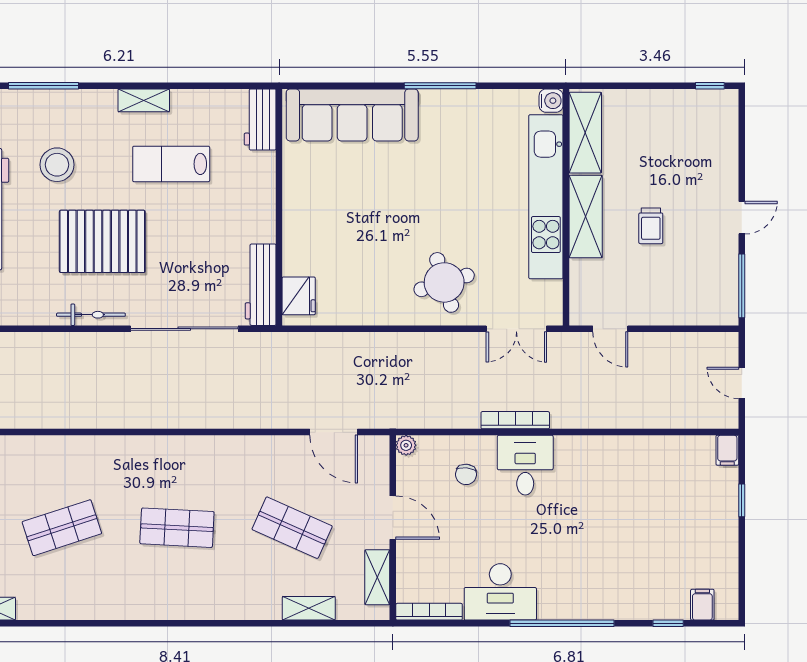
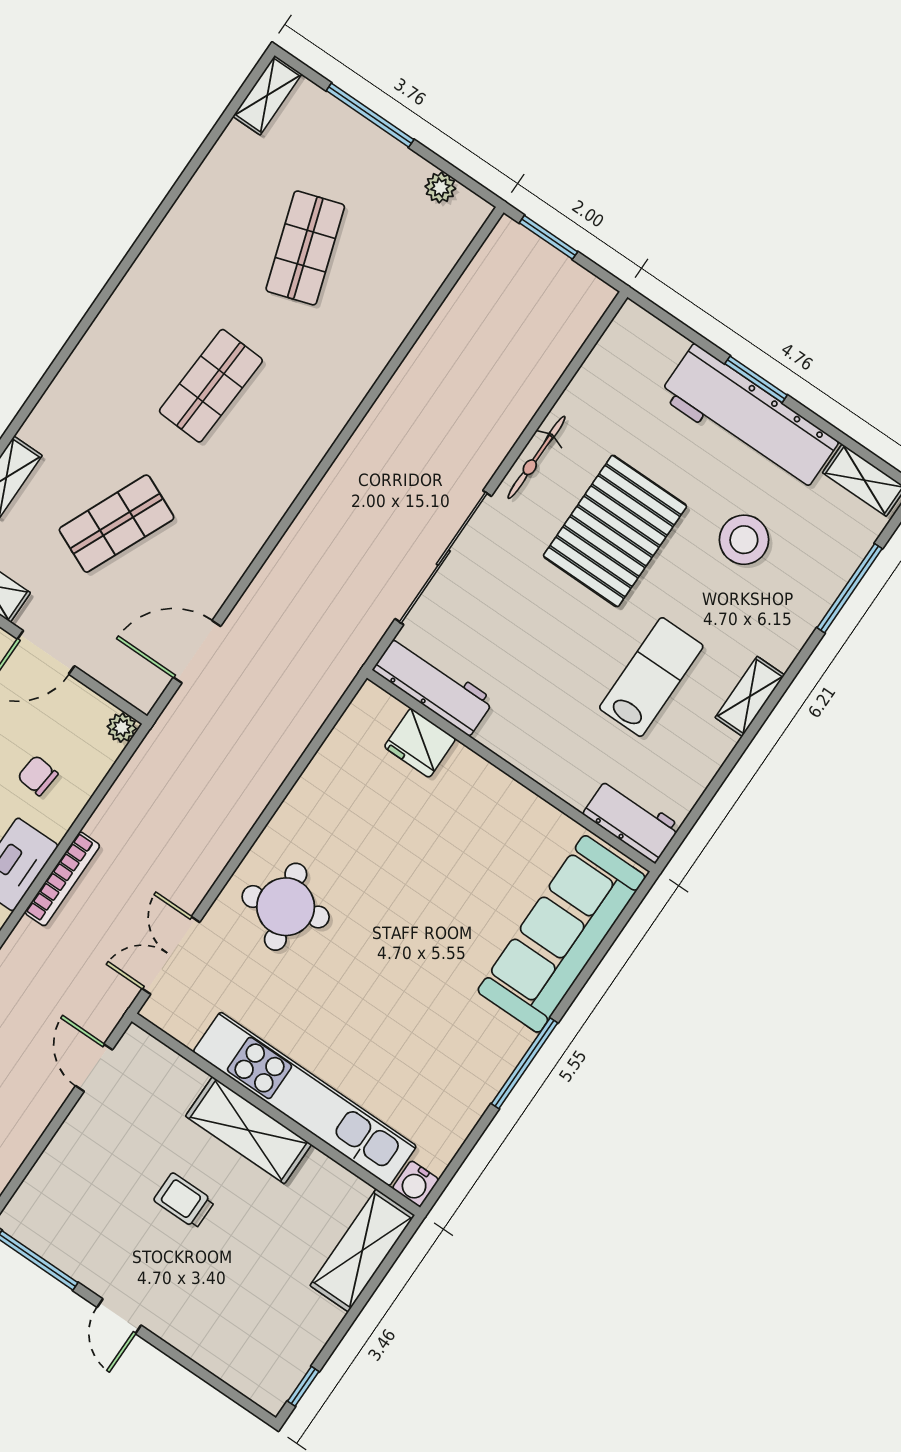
shelving: (585, 133) -> (362, 1250), moved, turned 90
fridge: (299, 296) -> (420, 743), moved
door: (610, 329) -> (94, 1068), hinge flipped

